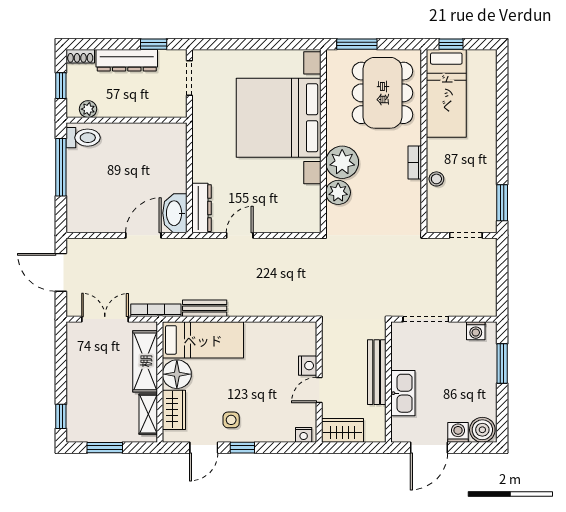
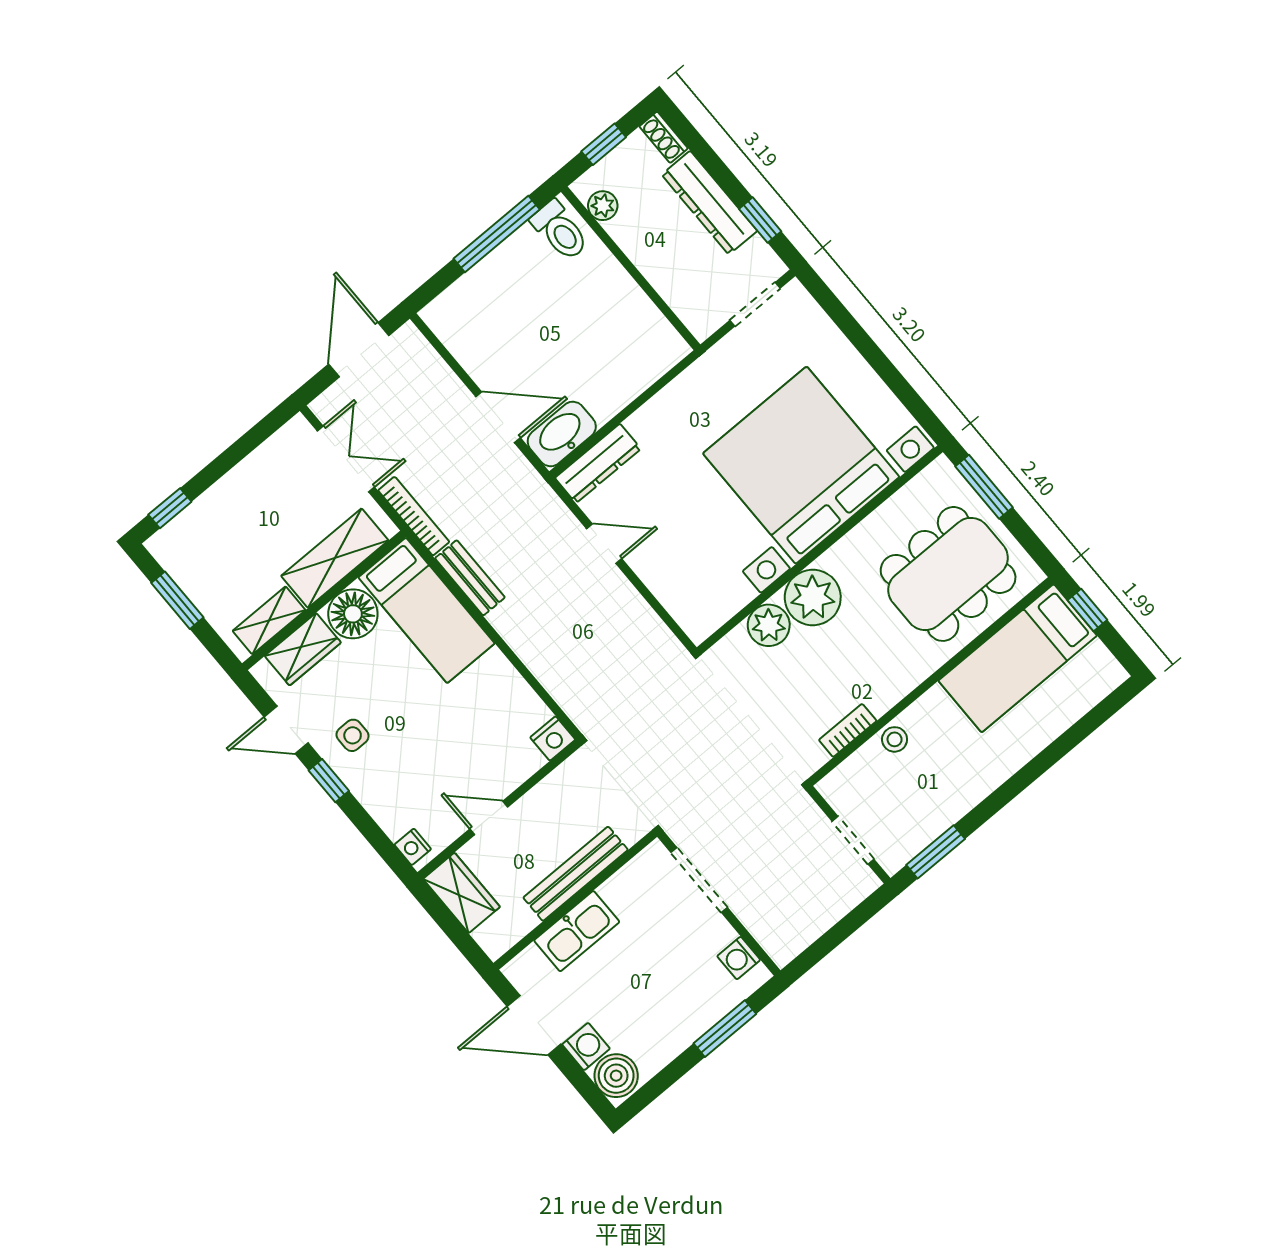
bookcase: (415, 163) -> (848, 730), moved
nightstand: (308, 366) -> (553, 738), moved

